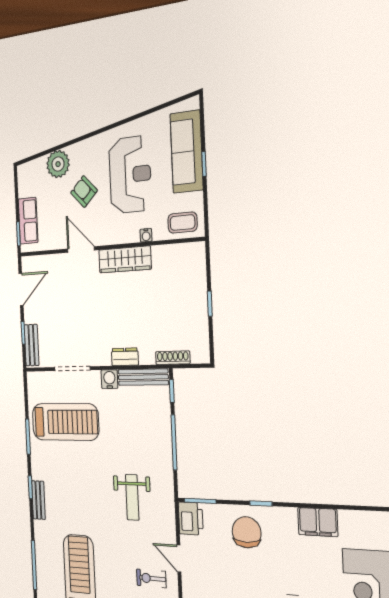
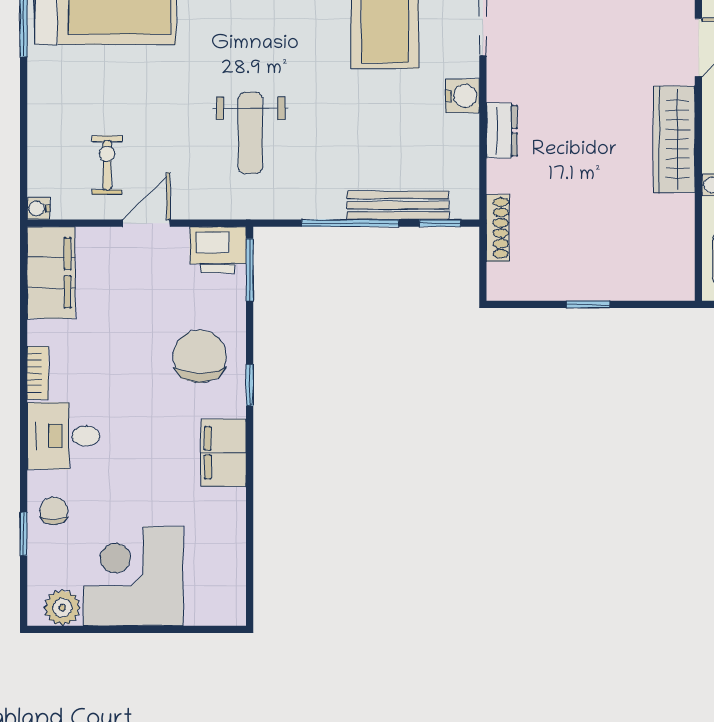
bench: (143, 377) -> (398, 205), moved, turned 90
weight bench: (132, 497) -> (250, 133), turned -90
filing cabinet: (318, 522) -> (224, 453), moved
chair: (247, 532) -> (200, 356), turned -90

